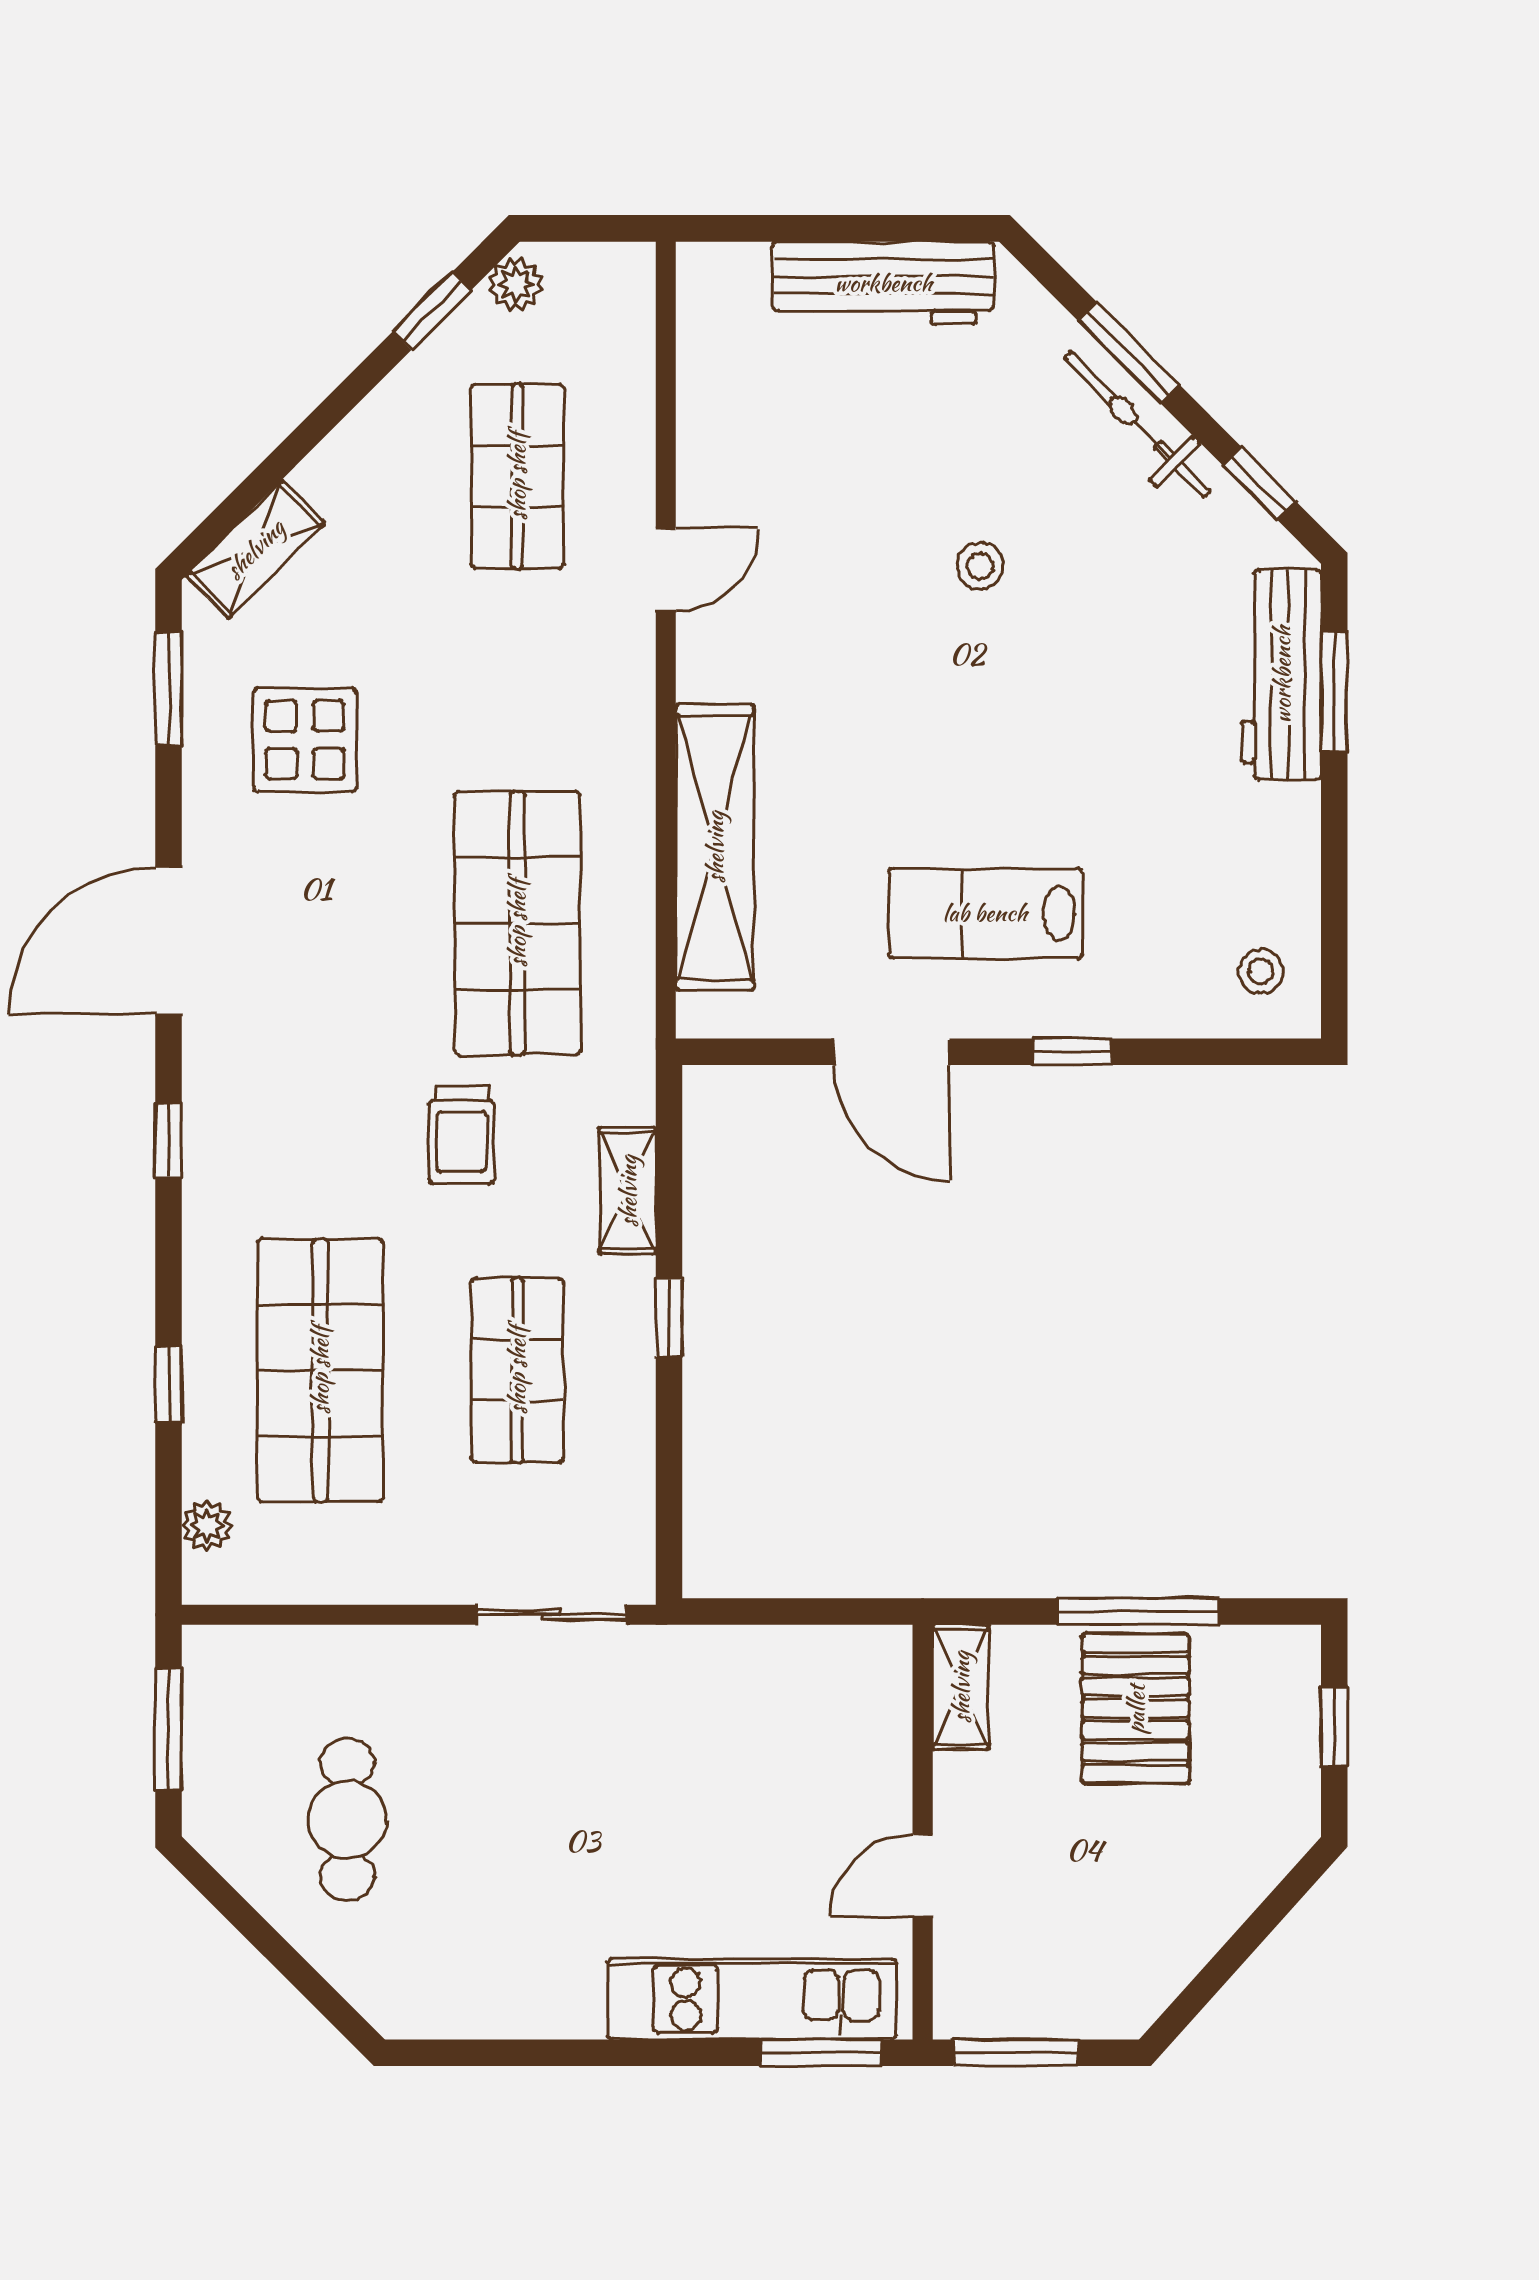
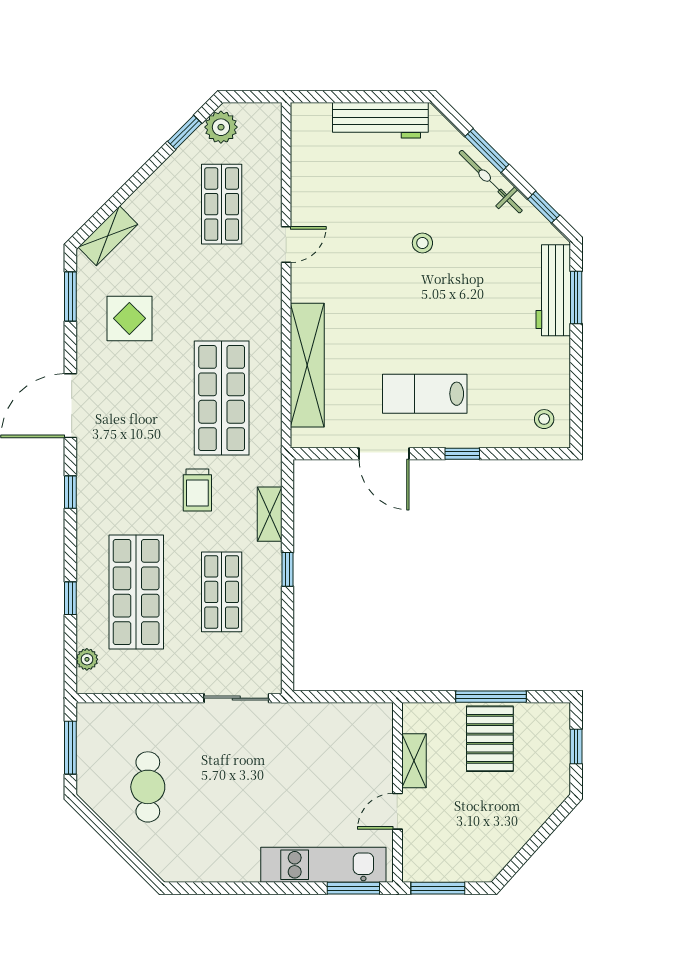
plant: (516, 284) -> (221, 127), width x1.38, depth x1.38
shelving: (961, 1687) -> (414, 761), moved

